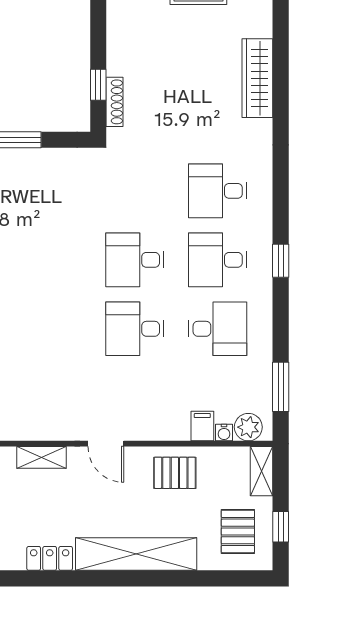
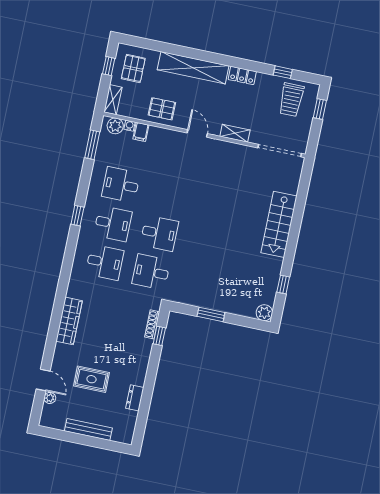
desk: (135, 329) -> (151, 272), moved, turned 180

